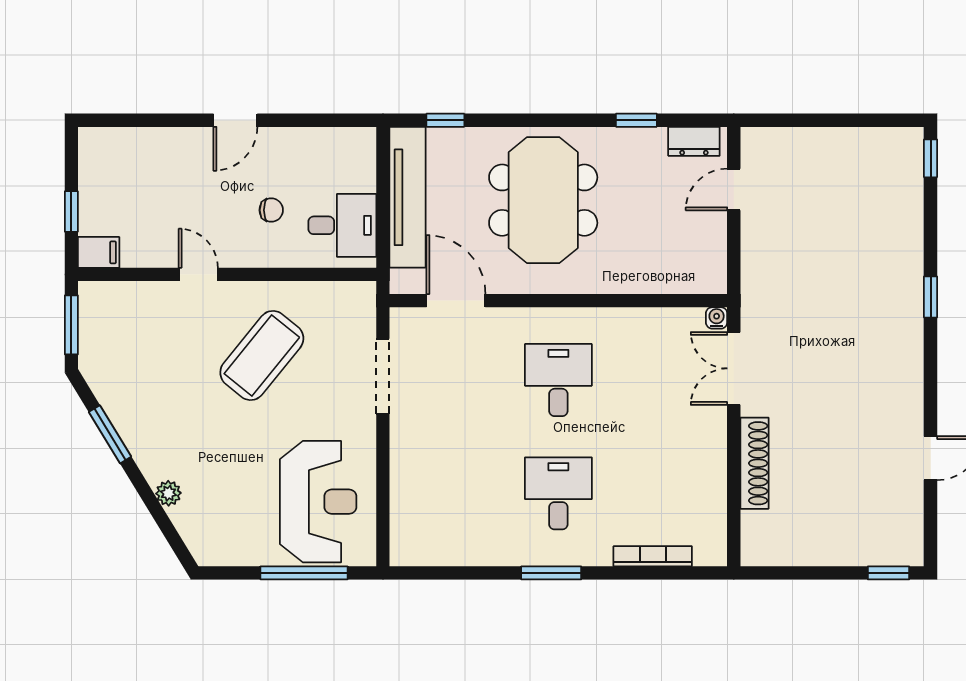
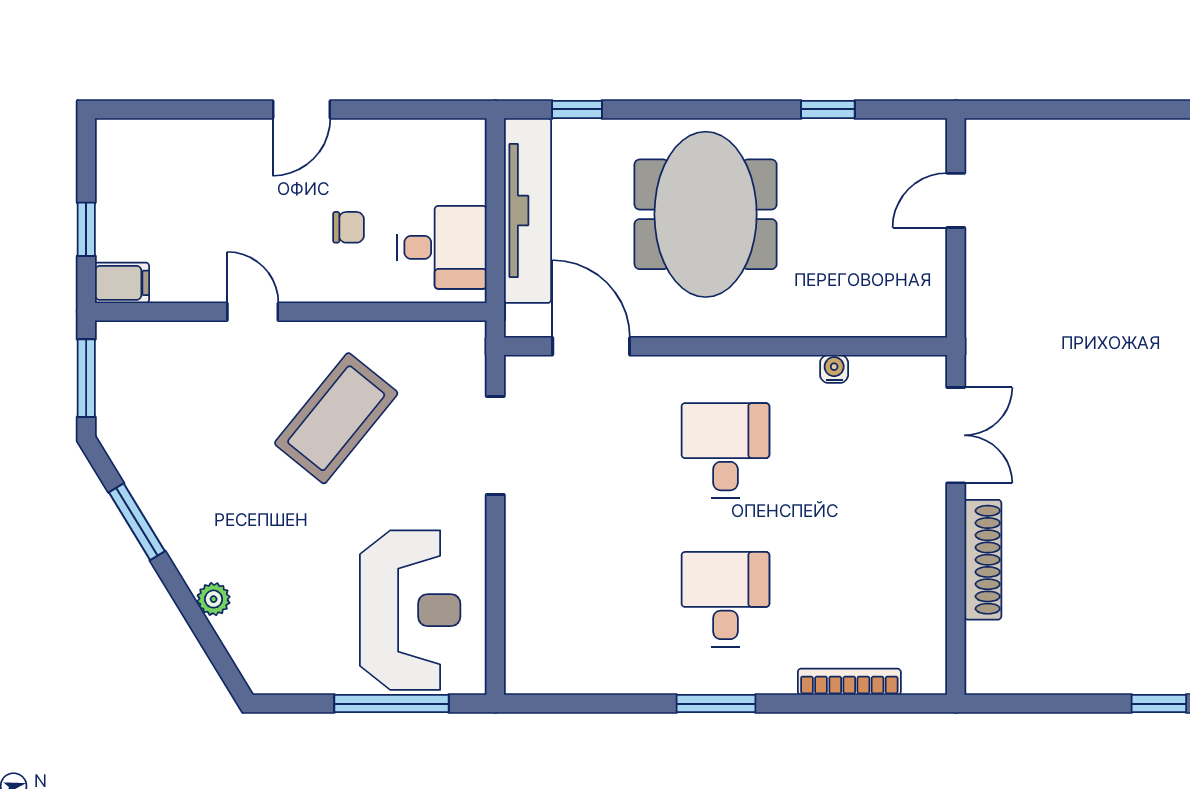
dresser: (694, 141) -> (903, 137), removed
water cooler: (717, 318) -> (834, 369), moved
double door: (734, 368) -> (956, 435), swing flipped

